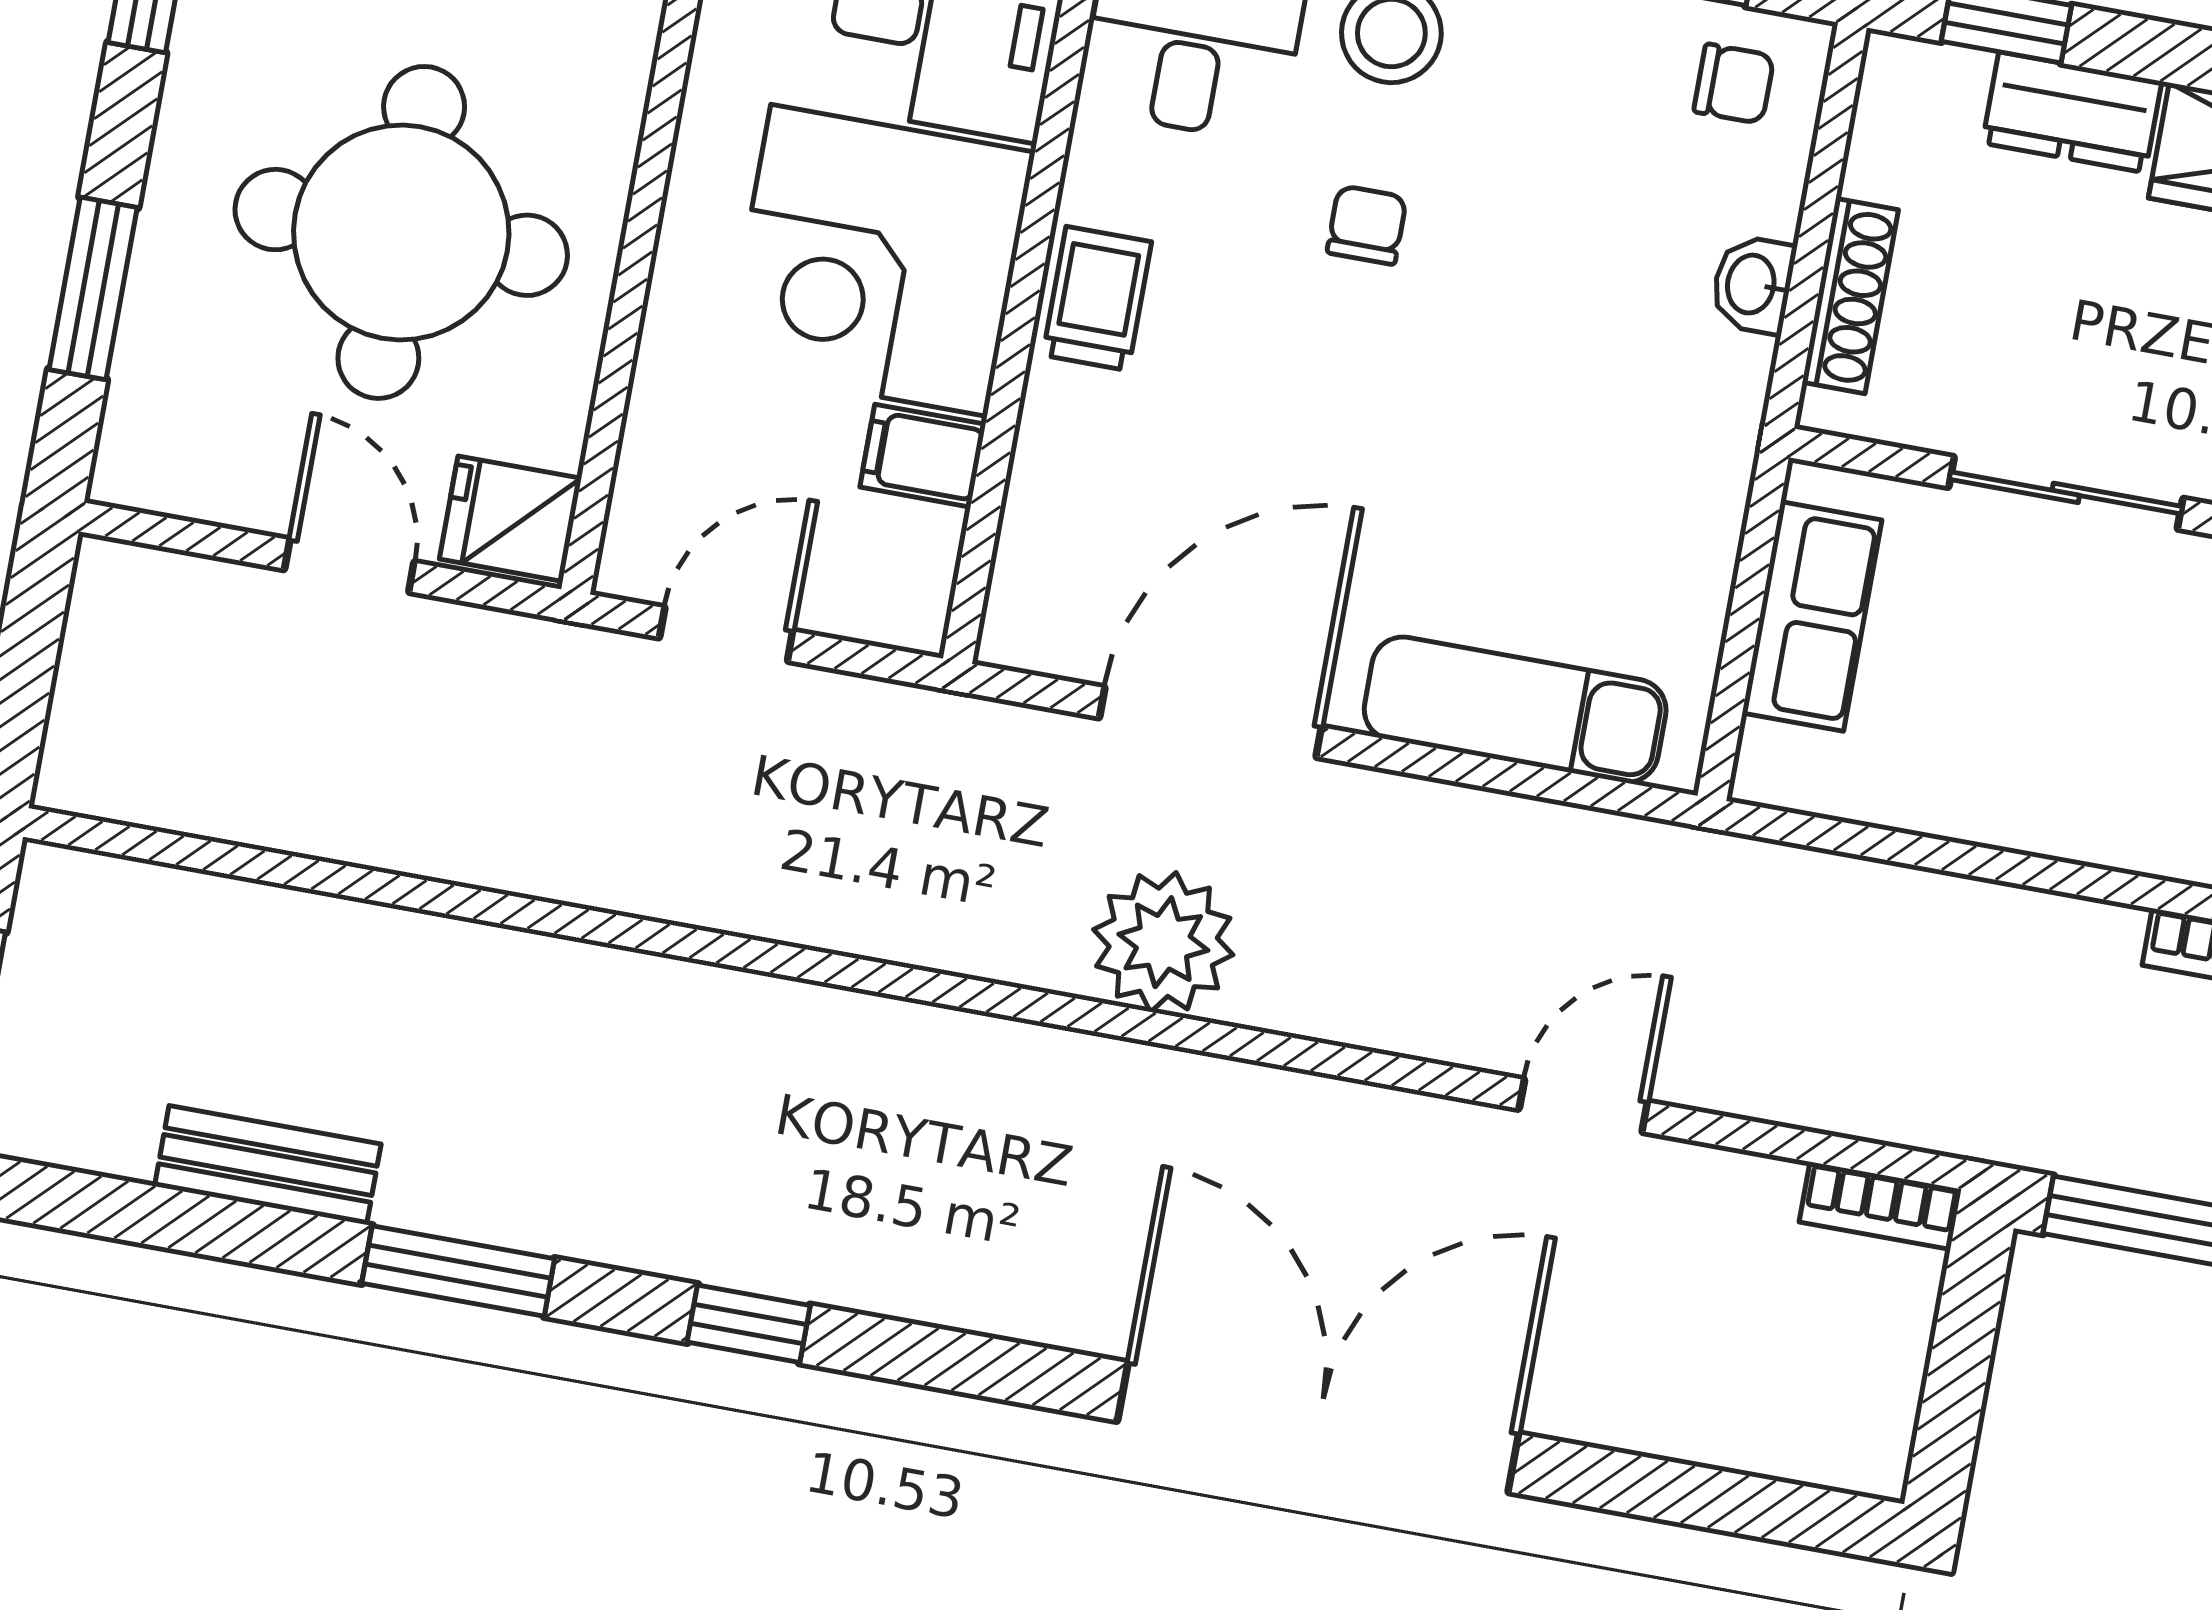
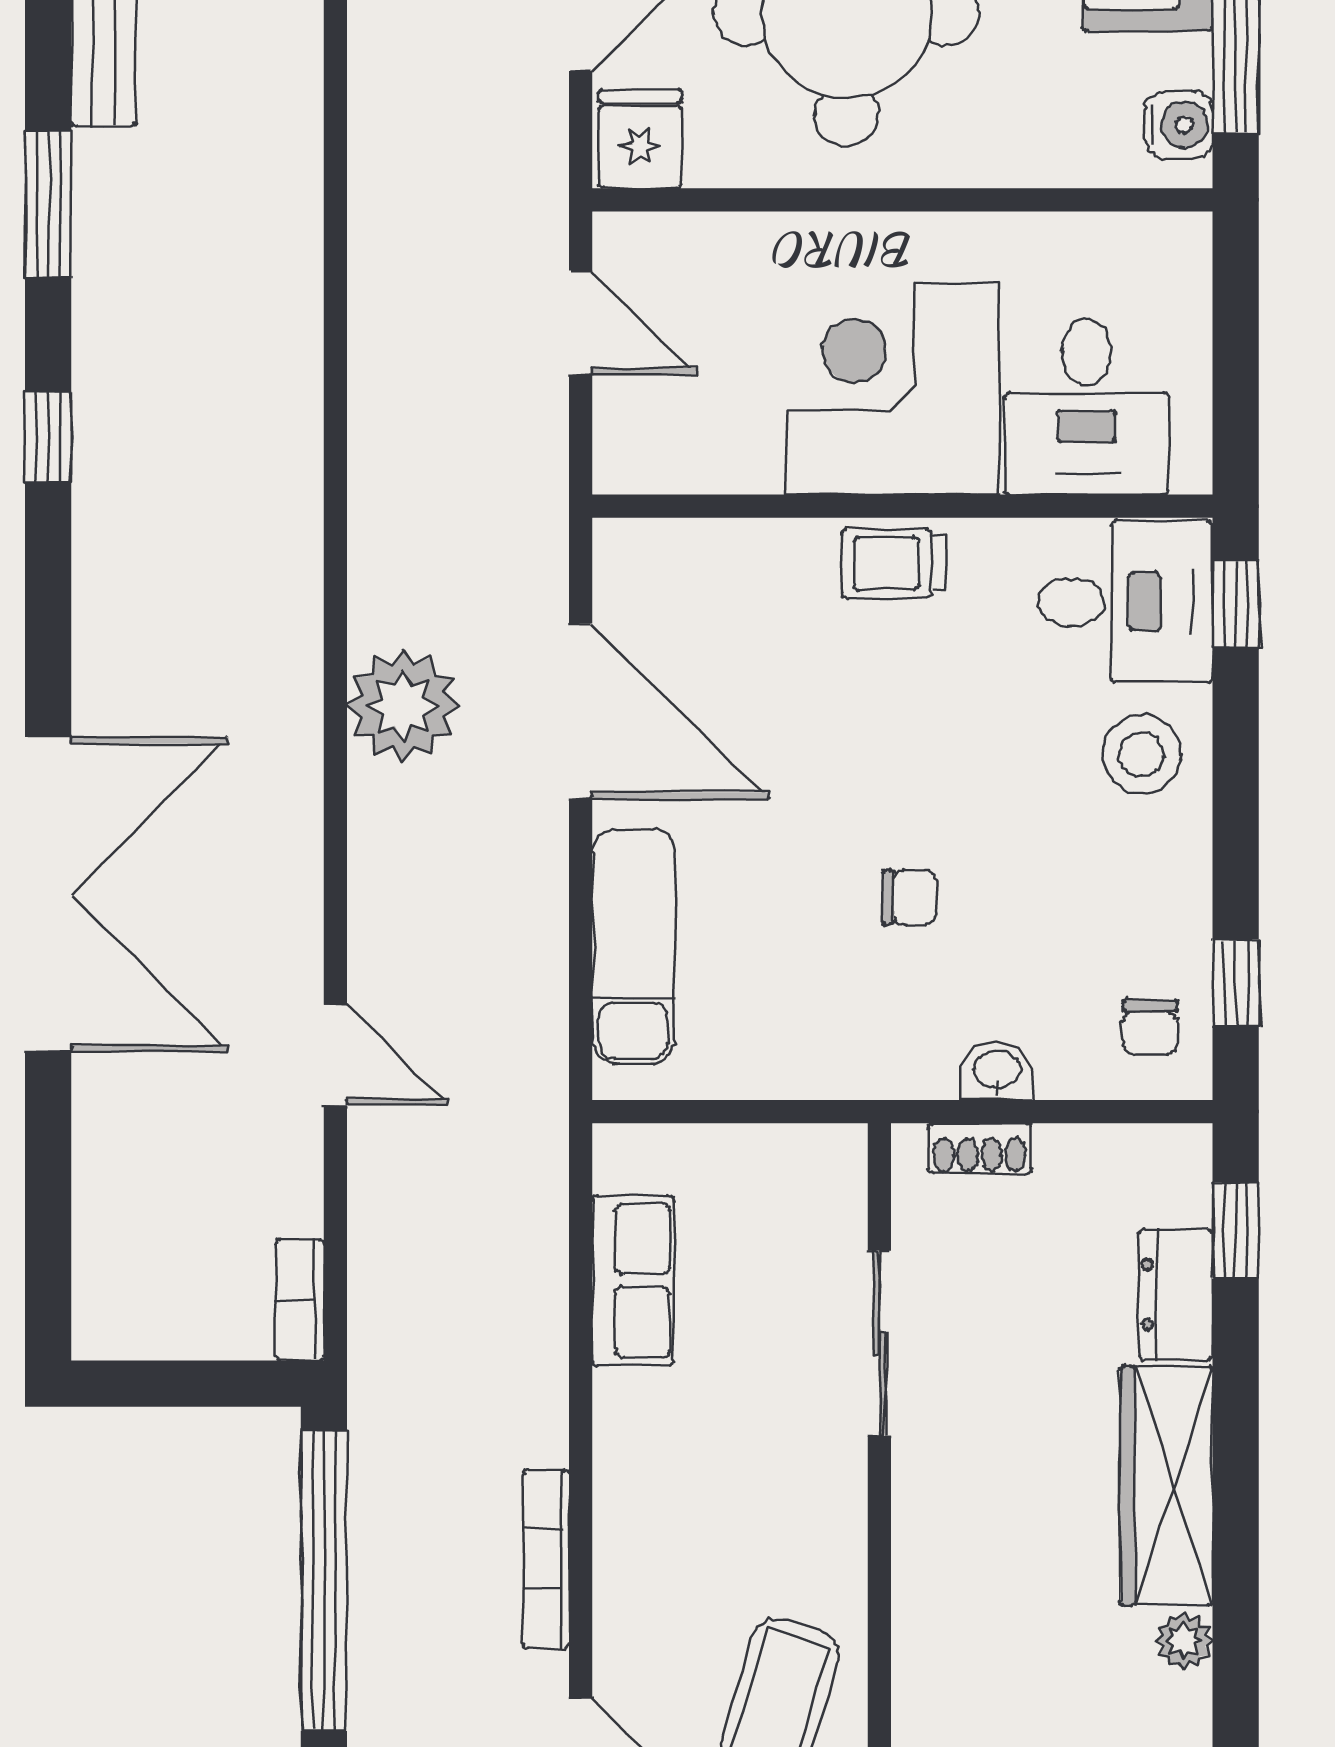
chair: (1367, 225) -> (910, 897), moved
shoe rack: (1850, 296) -> (980, 1148), width x0.70
trolley: (1097, 299) -> (894, 563), turned 180
filing cabinet: (923, 456) -> (747, 450), removed
row of seats: (1812, 616) -> (633, 1280), moved, turned -90

